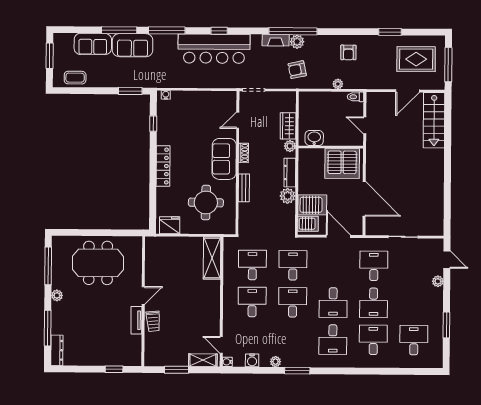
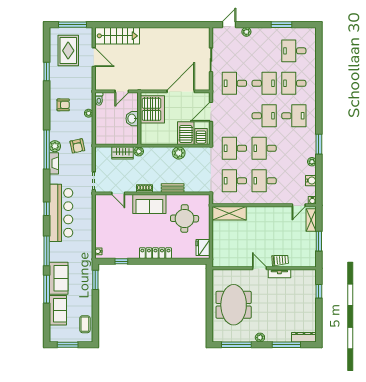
washbasin: (314, 138) -> (132, 119), moved
dresser: (290, 173) -> (160, 151), removed

